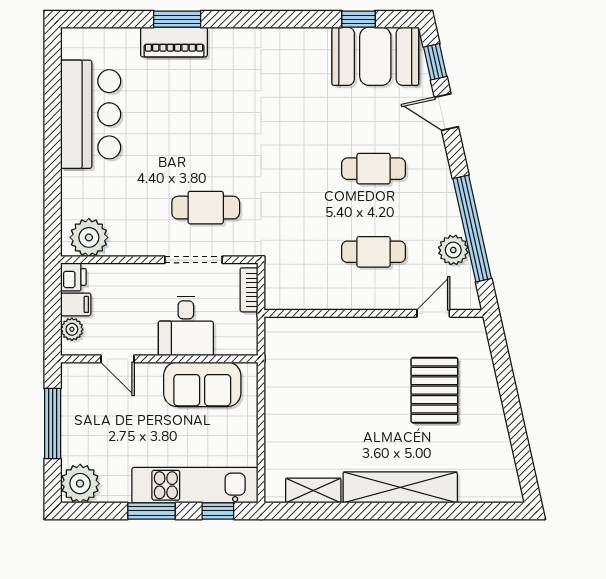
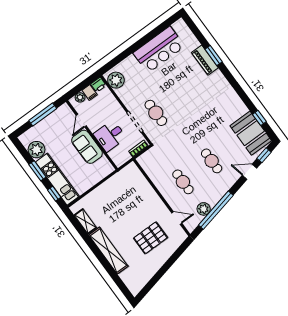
door: (446, 112) -> (249, 172), hinge flipped
sofa: (202, 384) -> (87, 147), moved
plant: (80, 484) -> (37, 150), moved

